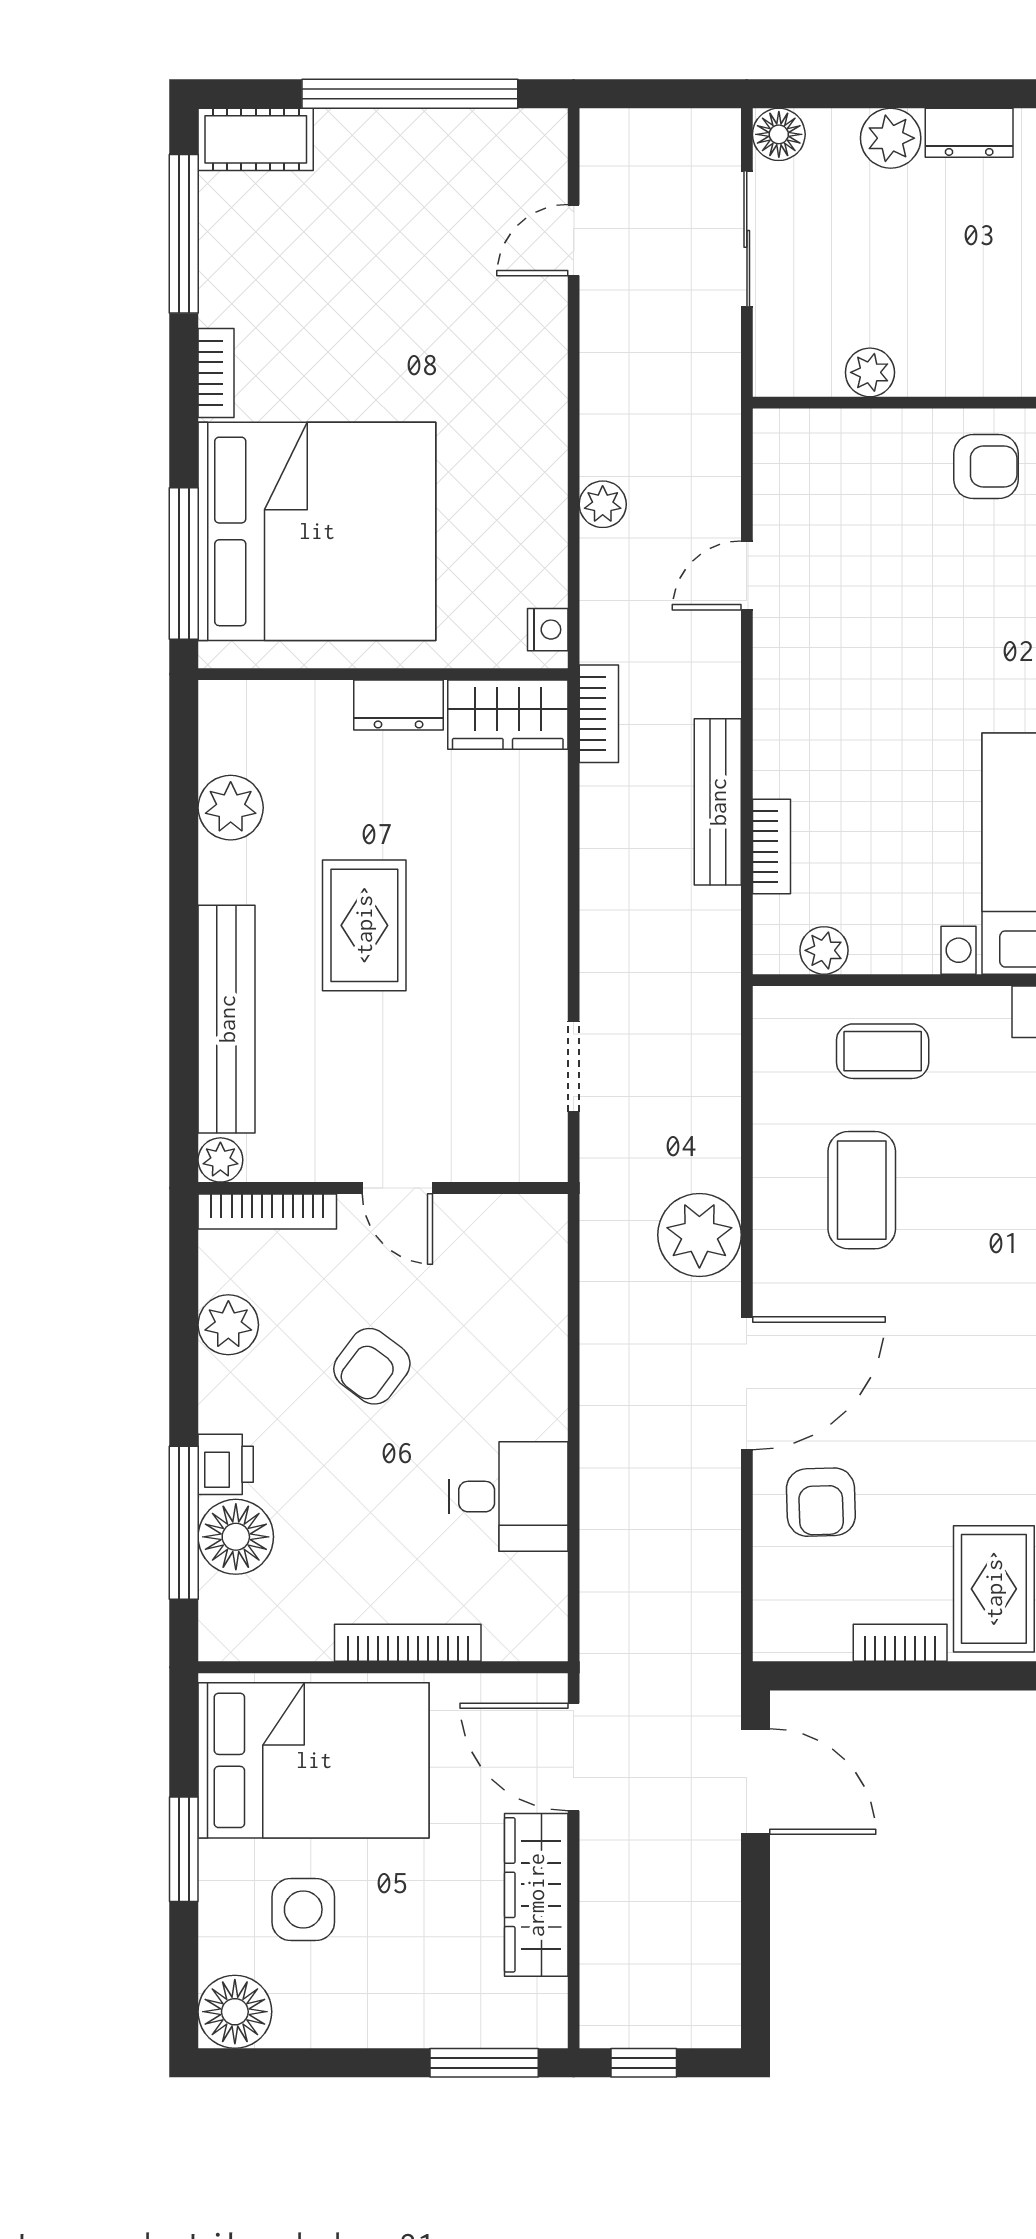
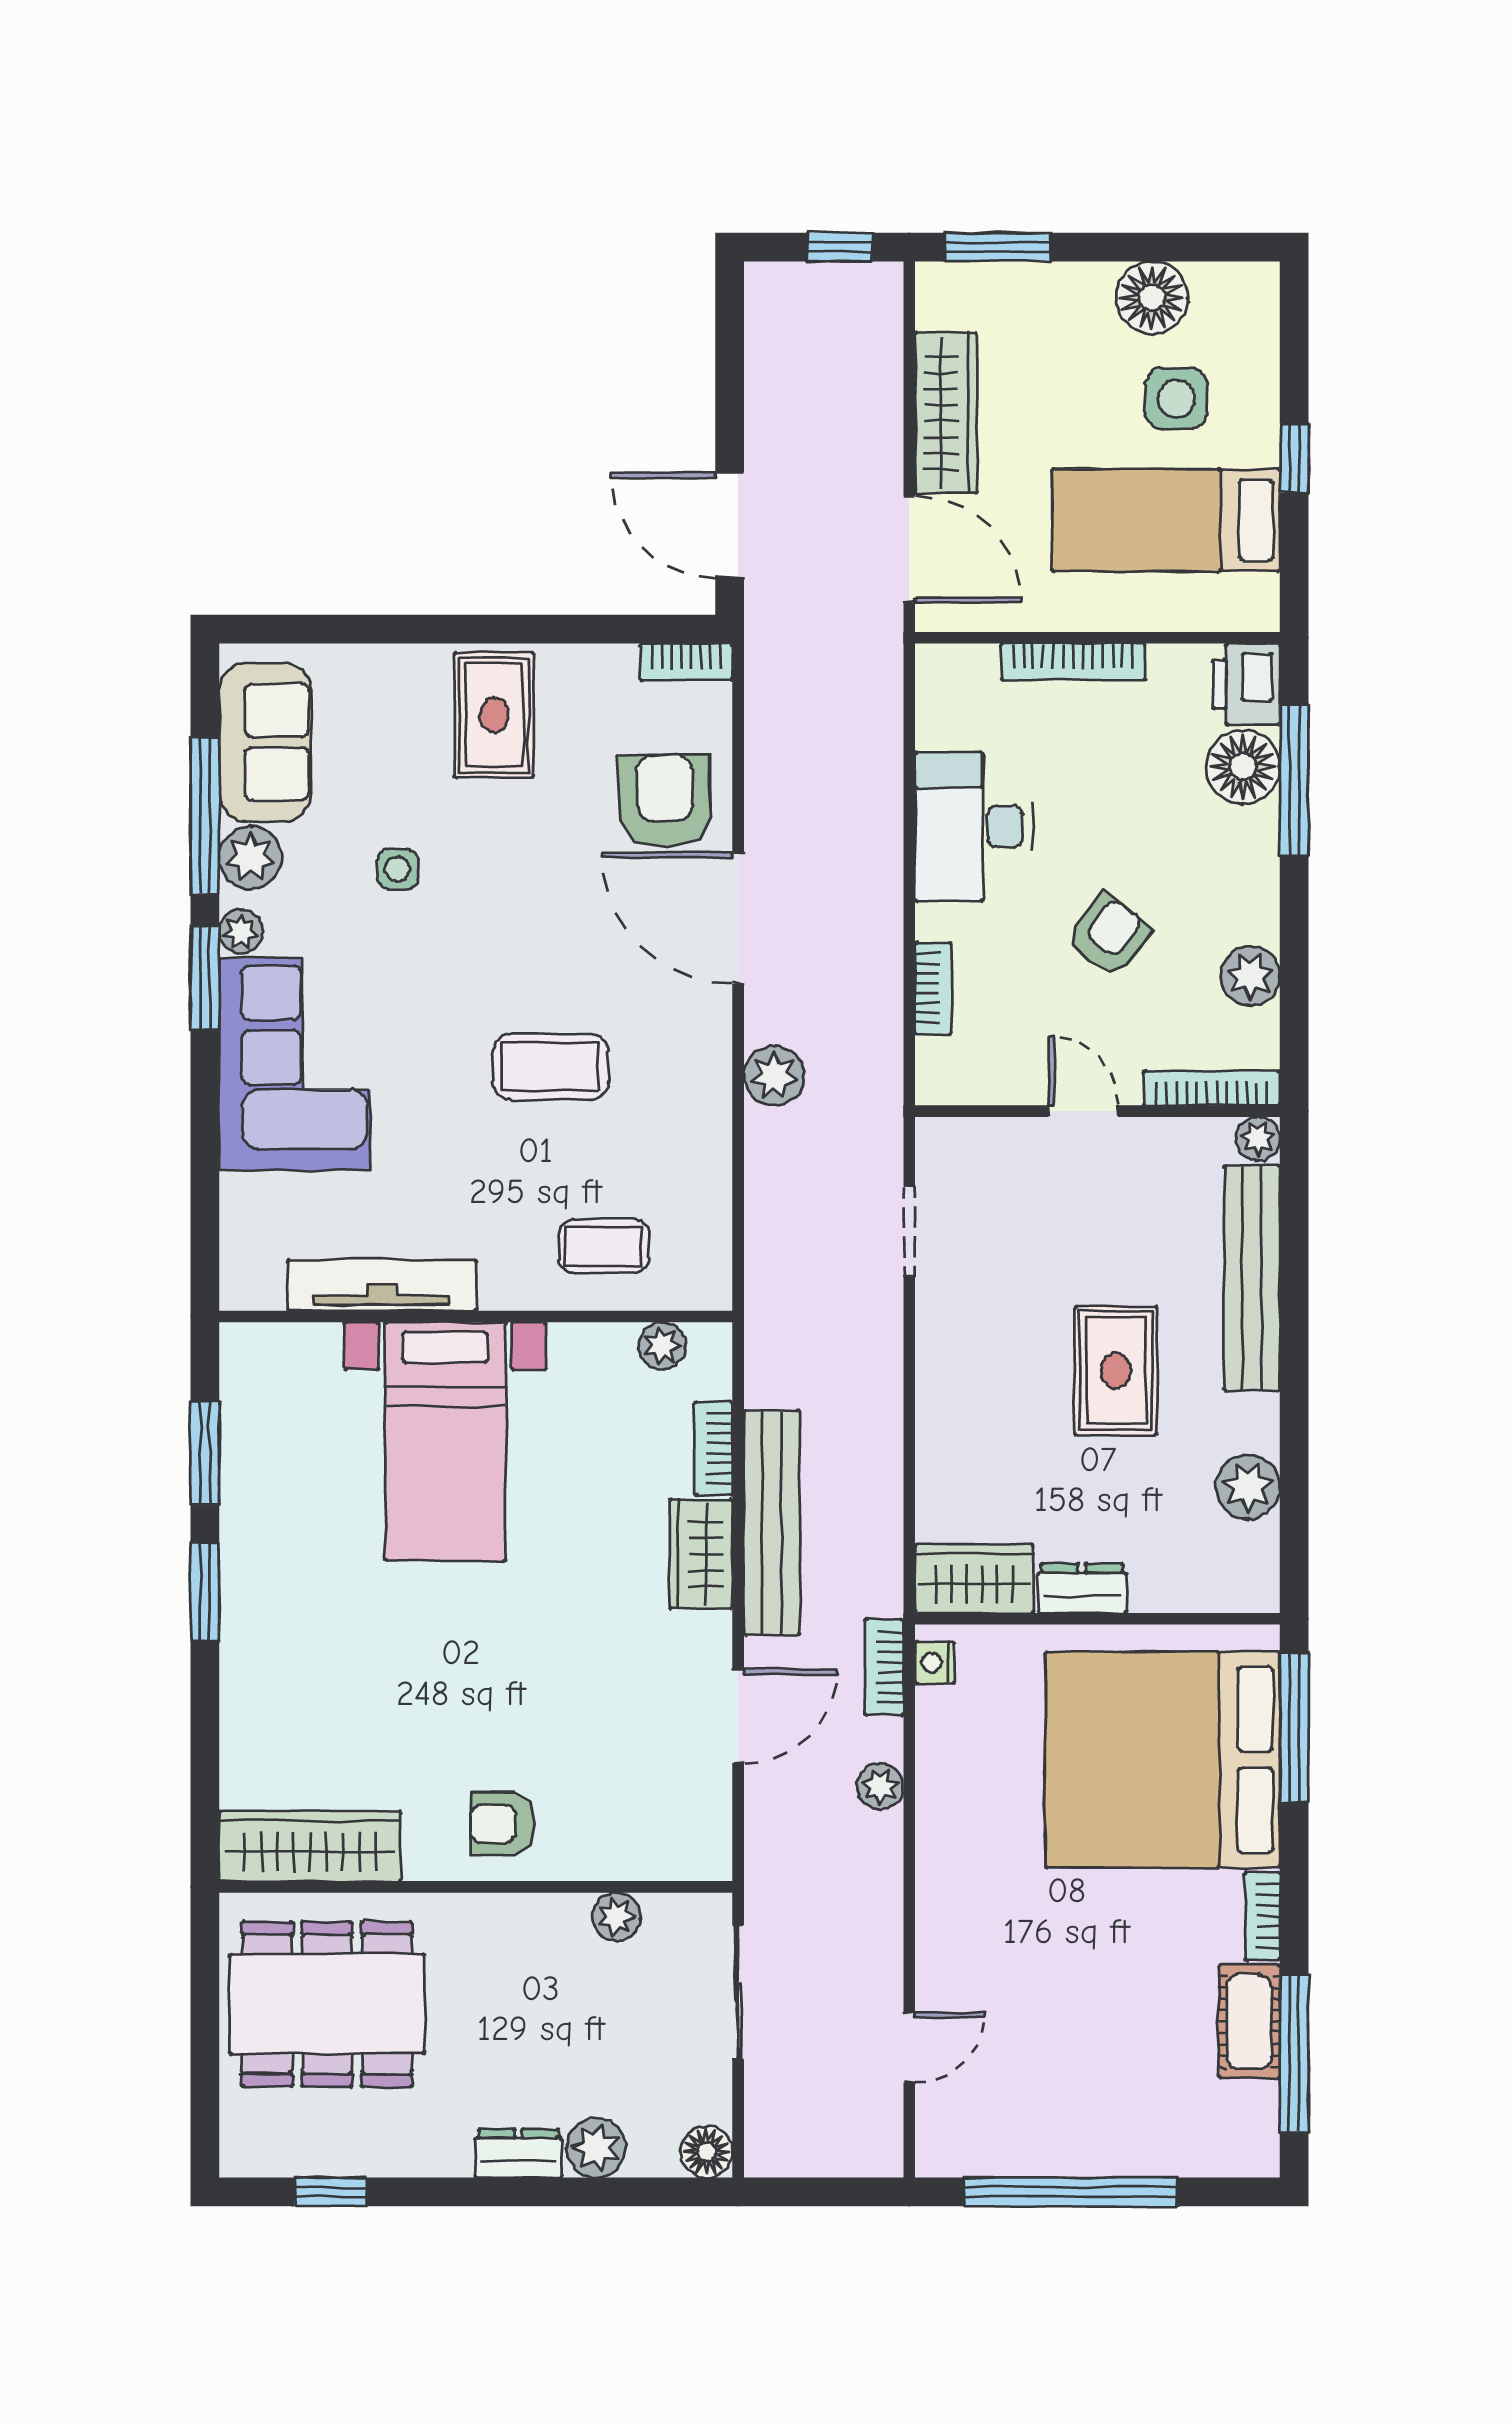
cot: (256, 139) -> (1249, 2022), moved, turned 90
sliding door: (747, 239) -> (738, 1992), moved
door: (747, 575) -> (738, 1716), width x1.38
bookcase: (599, 714) -> (884, 1667), moved
wardrobe: (784, 740) -> (701, 1554), added
bench: (718, 802) -> (772, 1523), width x1.37, depth x1.21
coffee table: (862, 1190) -> (551, 1067), moved, turned 90
plant: (699, 1235) -> (774, 1076), width x0.73, depth x0.73
bookcase: (549, 1312) -> (933, 988), added
door: (747, 1383) -> (738, 918), hinge flipped
printer: (226, 1464) -> (1246, 684), moved, width x1.36, depth x1.24
desk: (509, 1497) -> (973, 827), width x1.37
armchair: (821, 1502) -> (665, 801), width x1.38, depth x1.38
bookcase: (900, 1643) -> (686, 662), moved
bed: (314, 1760) -> (1166, 520), width x0.67
window: (184, 1849) -> (1294, 458), width x0.67
floor lamp: (235, 2012) -> (1152, 298), moved

